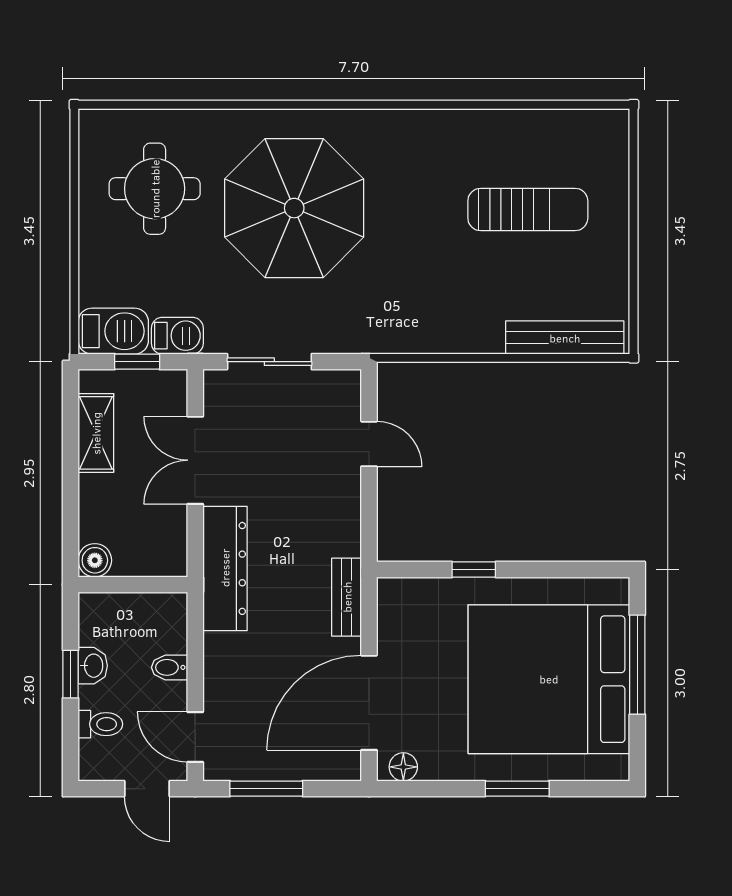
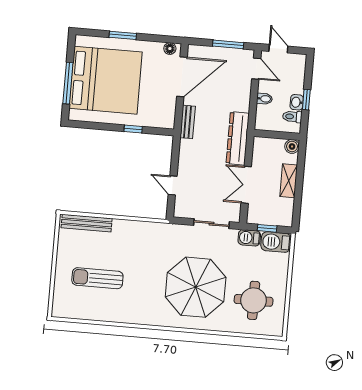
shelving: (96, 433) -> (289, 181), moved
double door: (195, 460) -> (246, 185), swing flipped
toilet: (100, 724) -> (292, 117), moved

